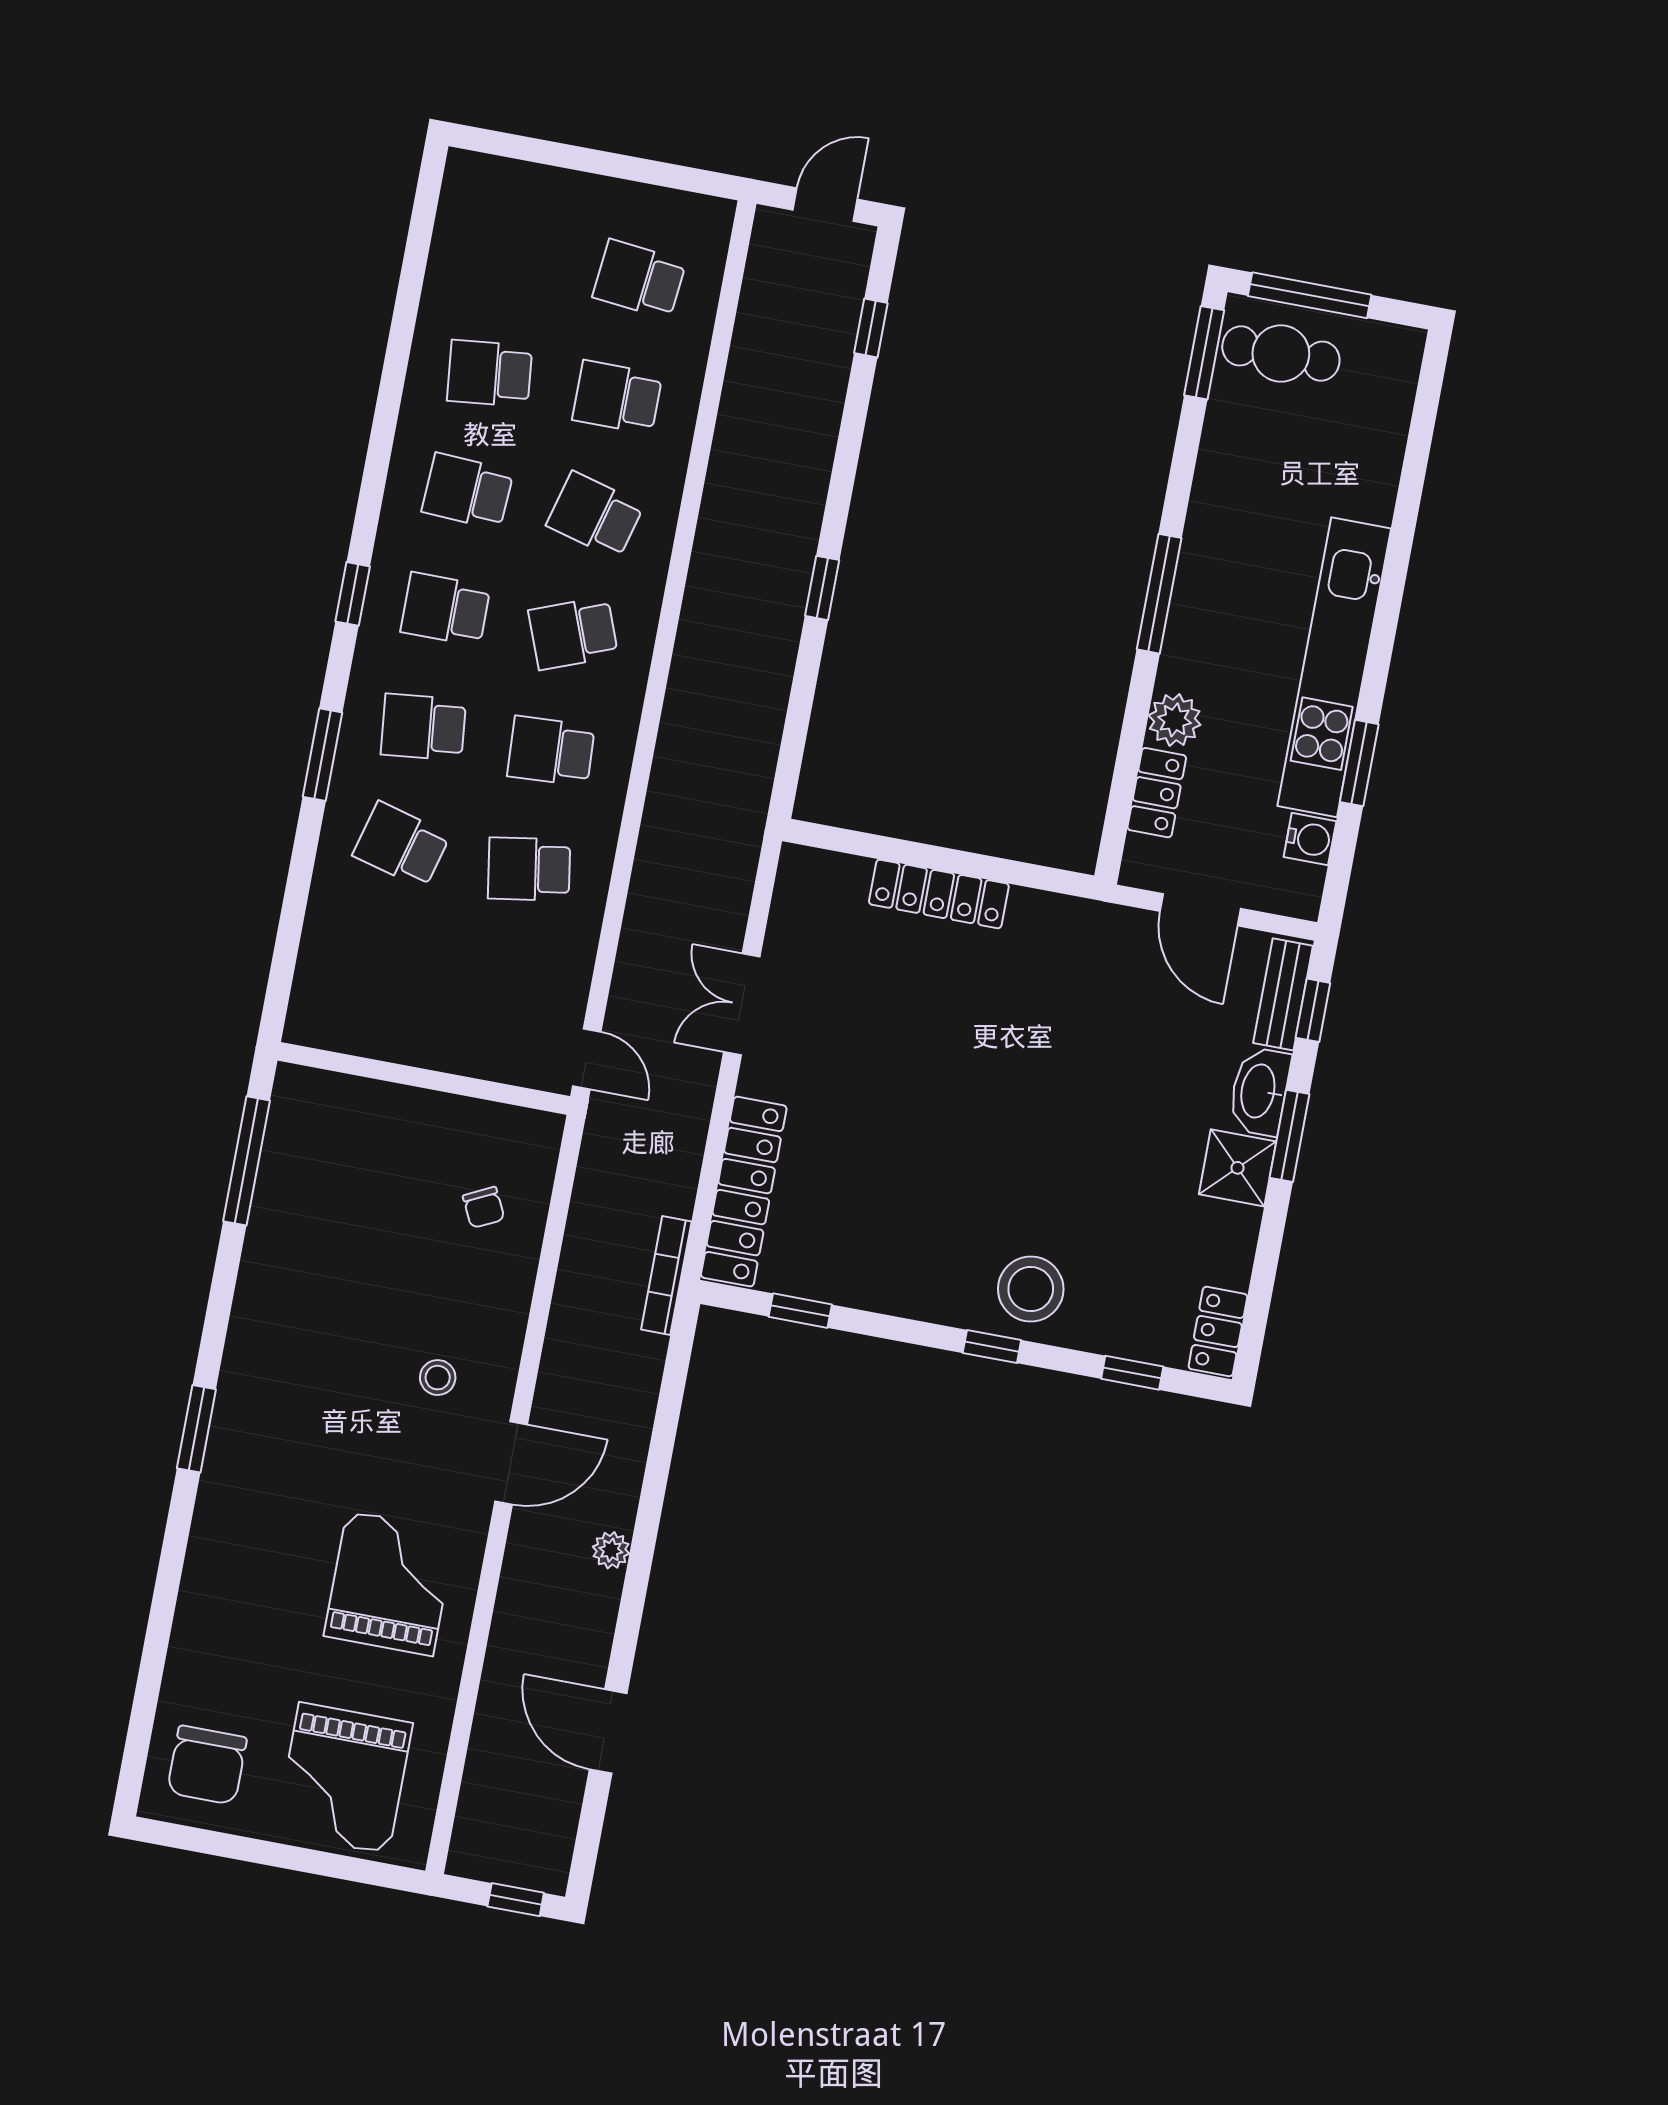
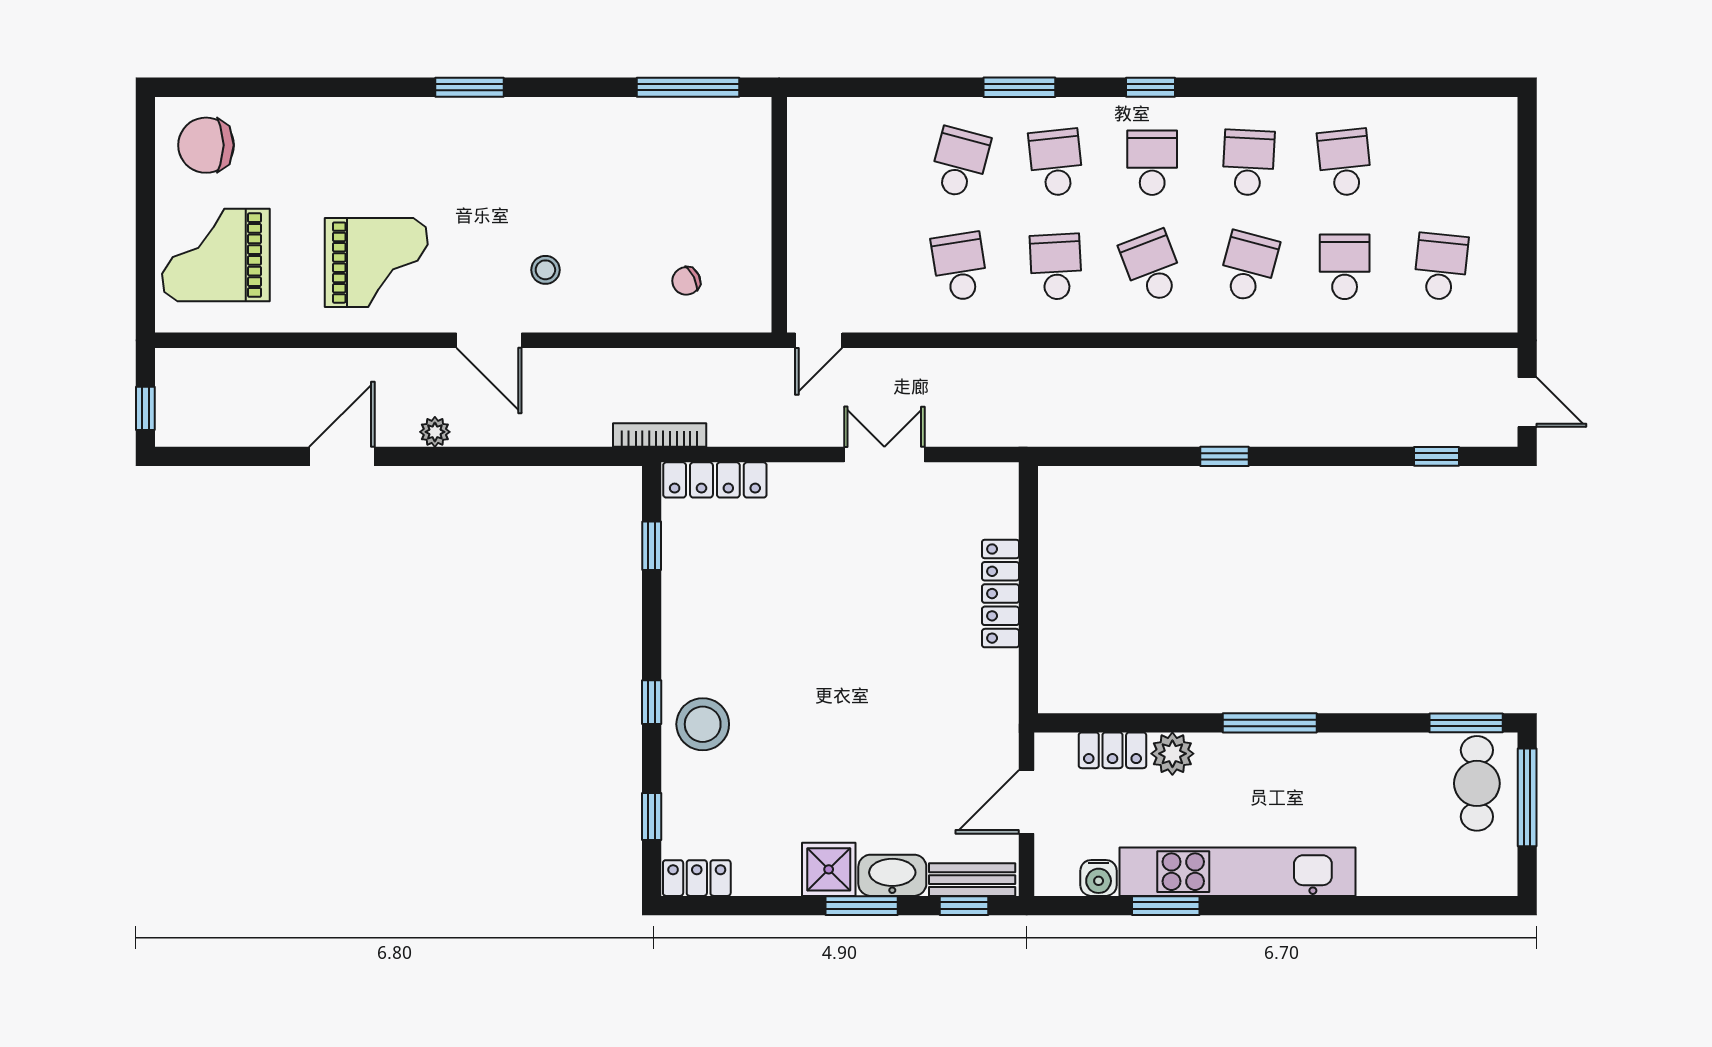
locker: (744, 1192) -> (715, 480), width x0.71, depth x0.83
door: (608, 1731) -> (342, 456), moved

